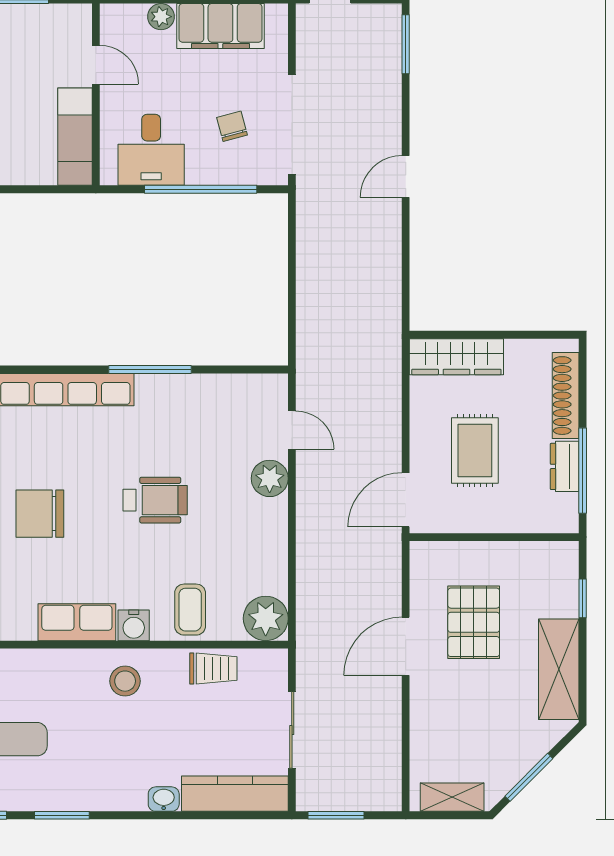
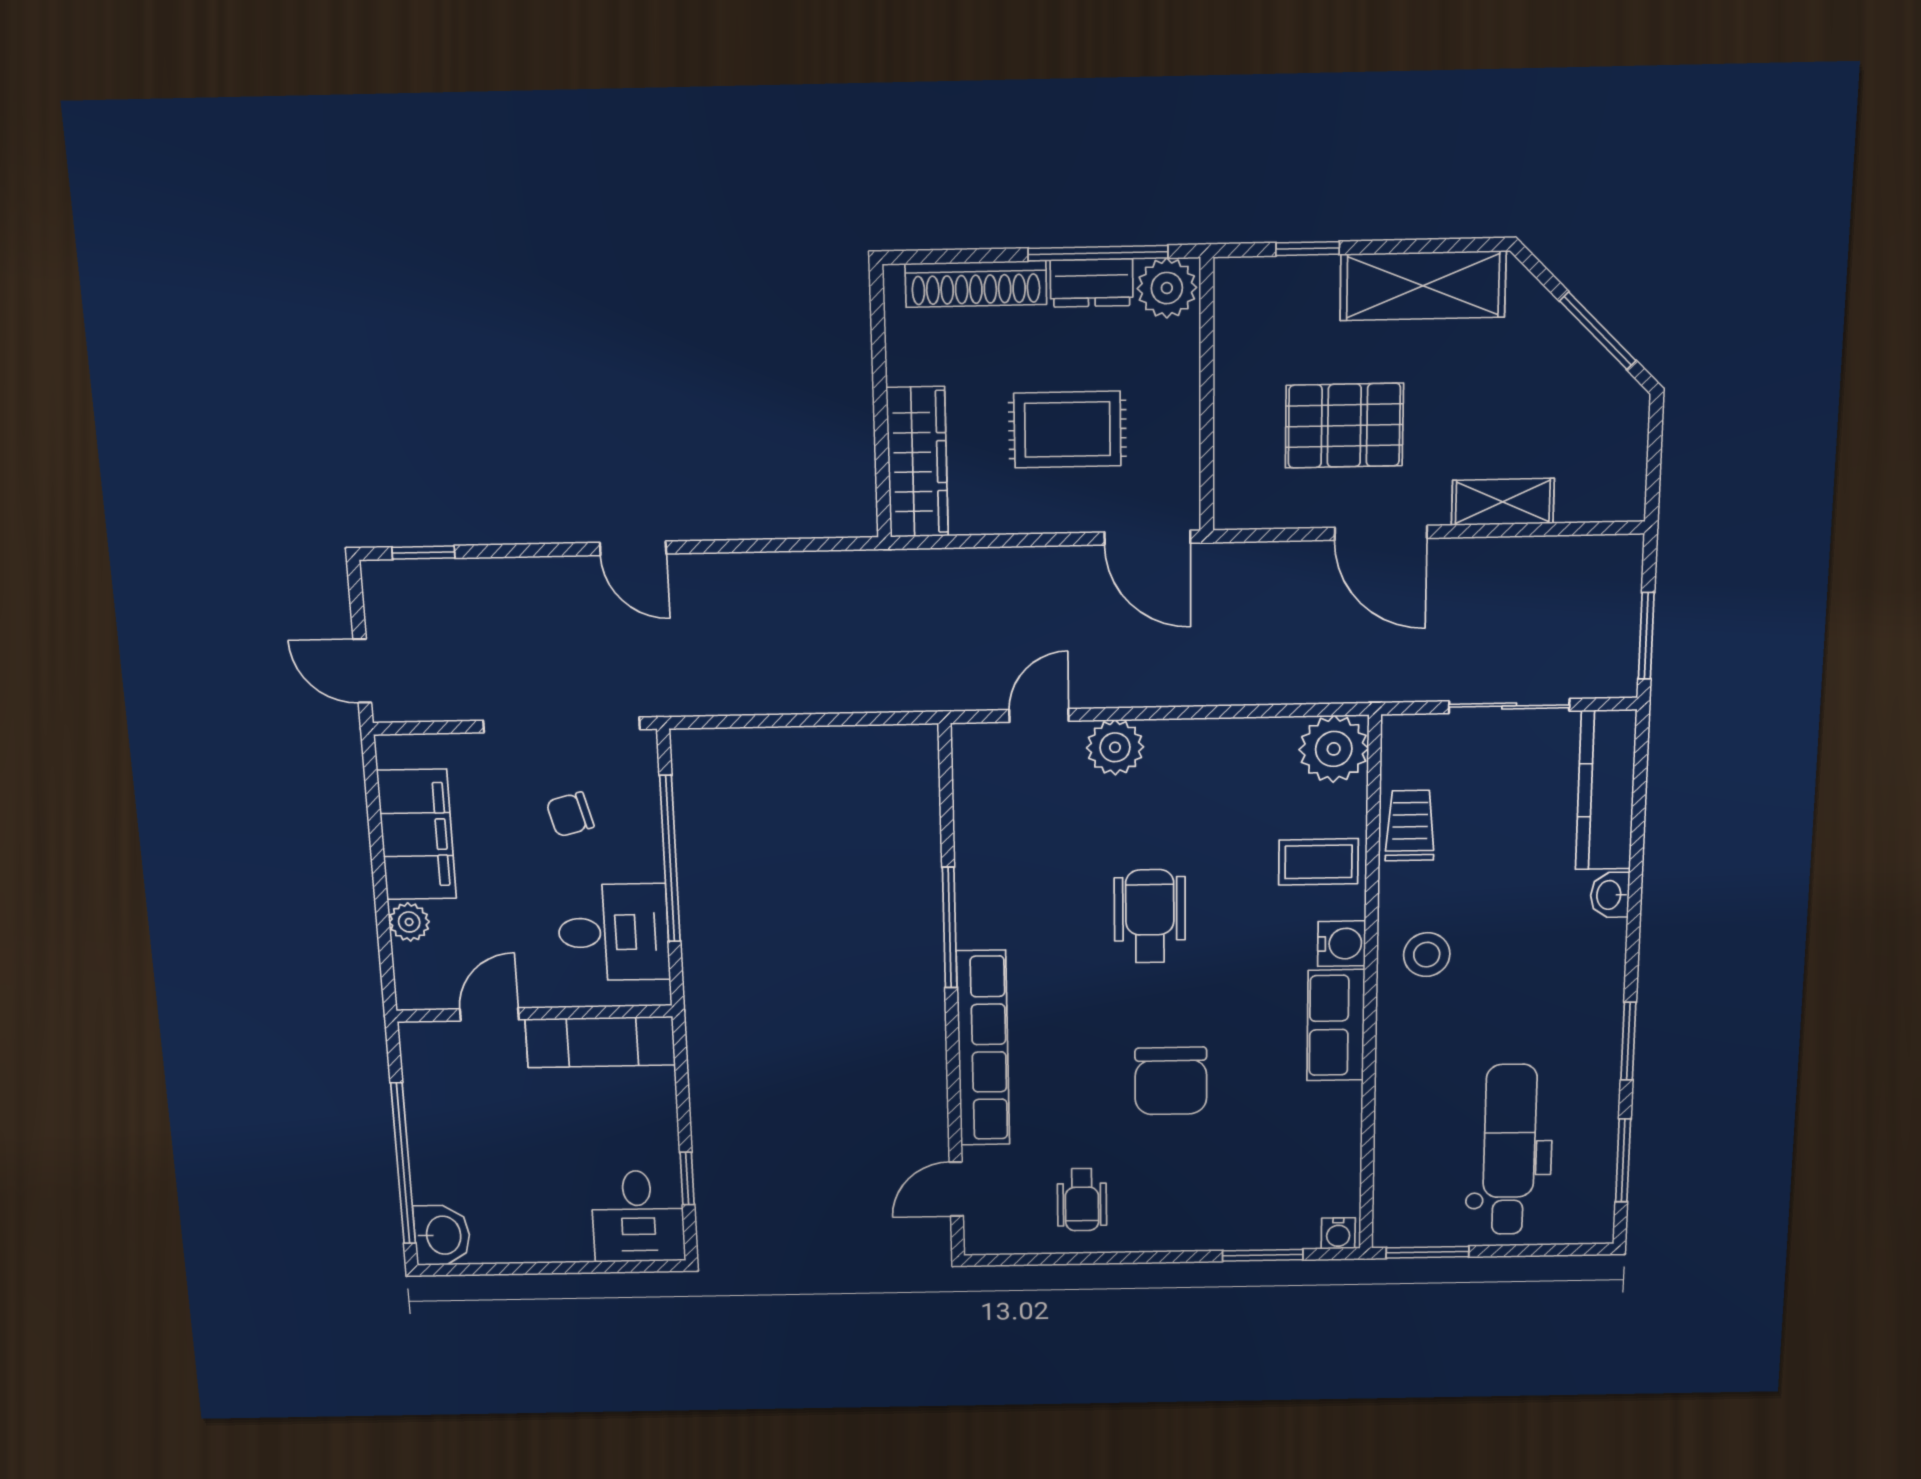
window: (406, 44) -> (423, 553), width x0.67
plant: (561, 513) -> (1167, 288), added
shelving: (452, 797) -> (1503, 502), moved, turned 90

